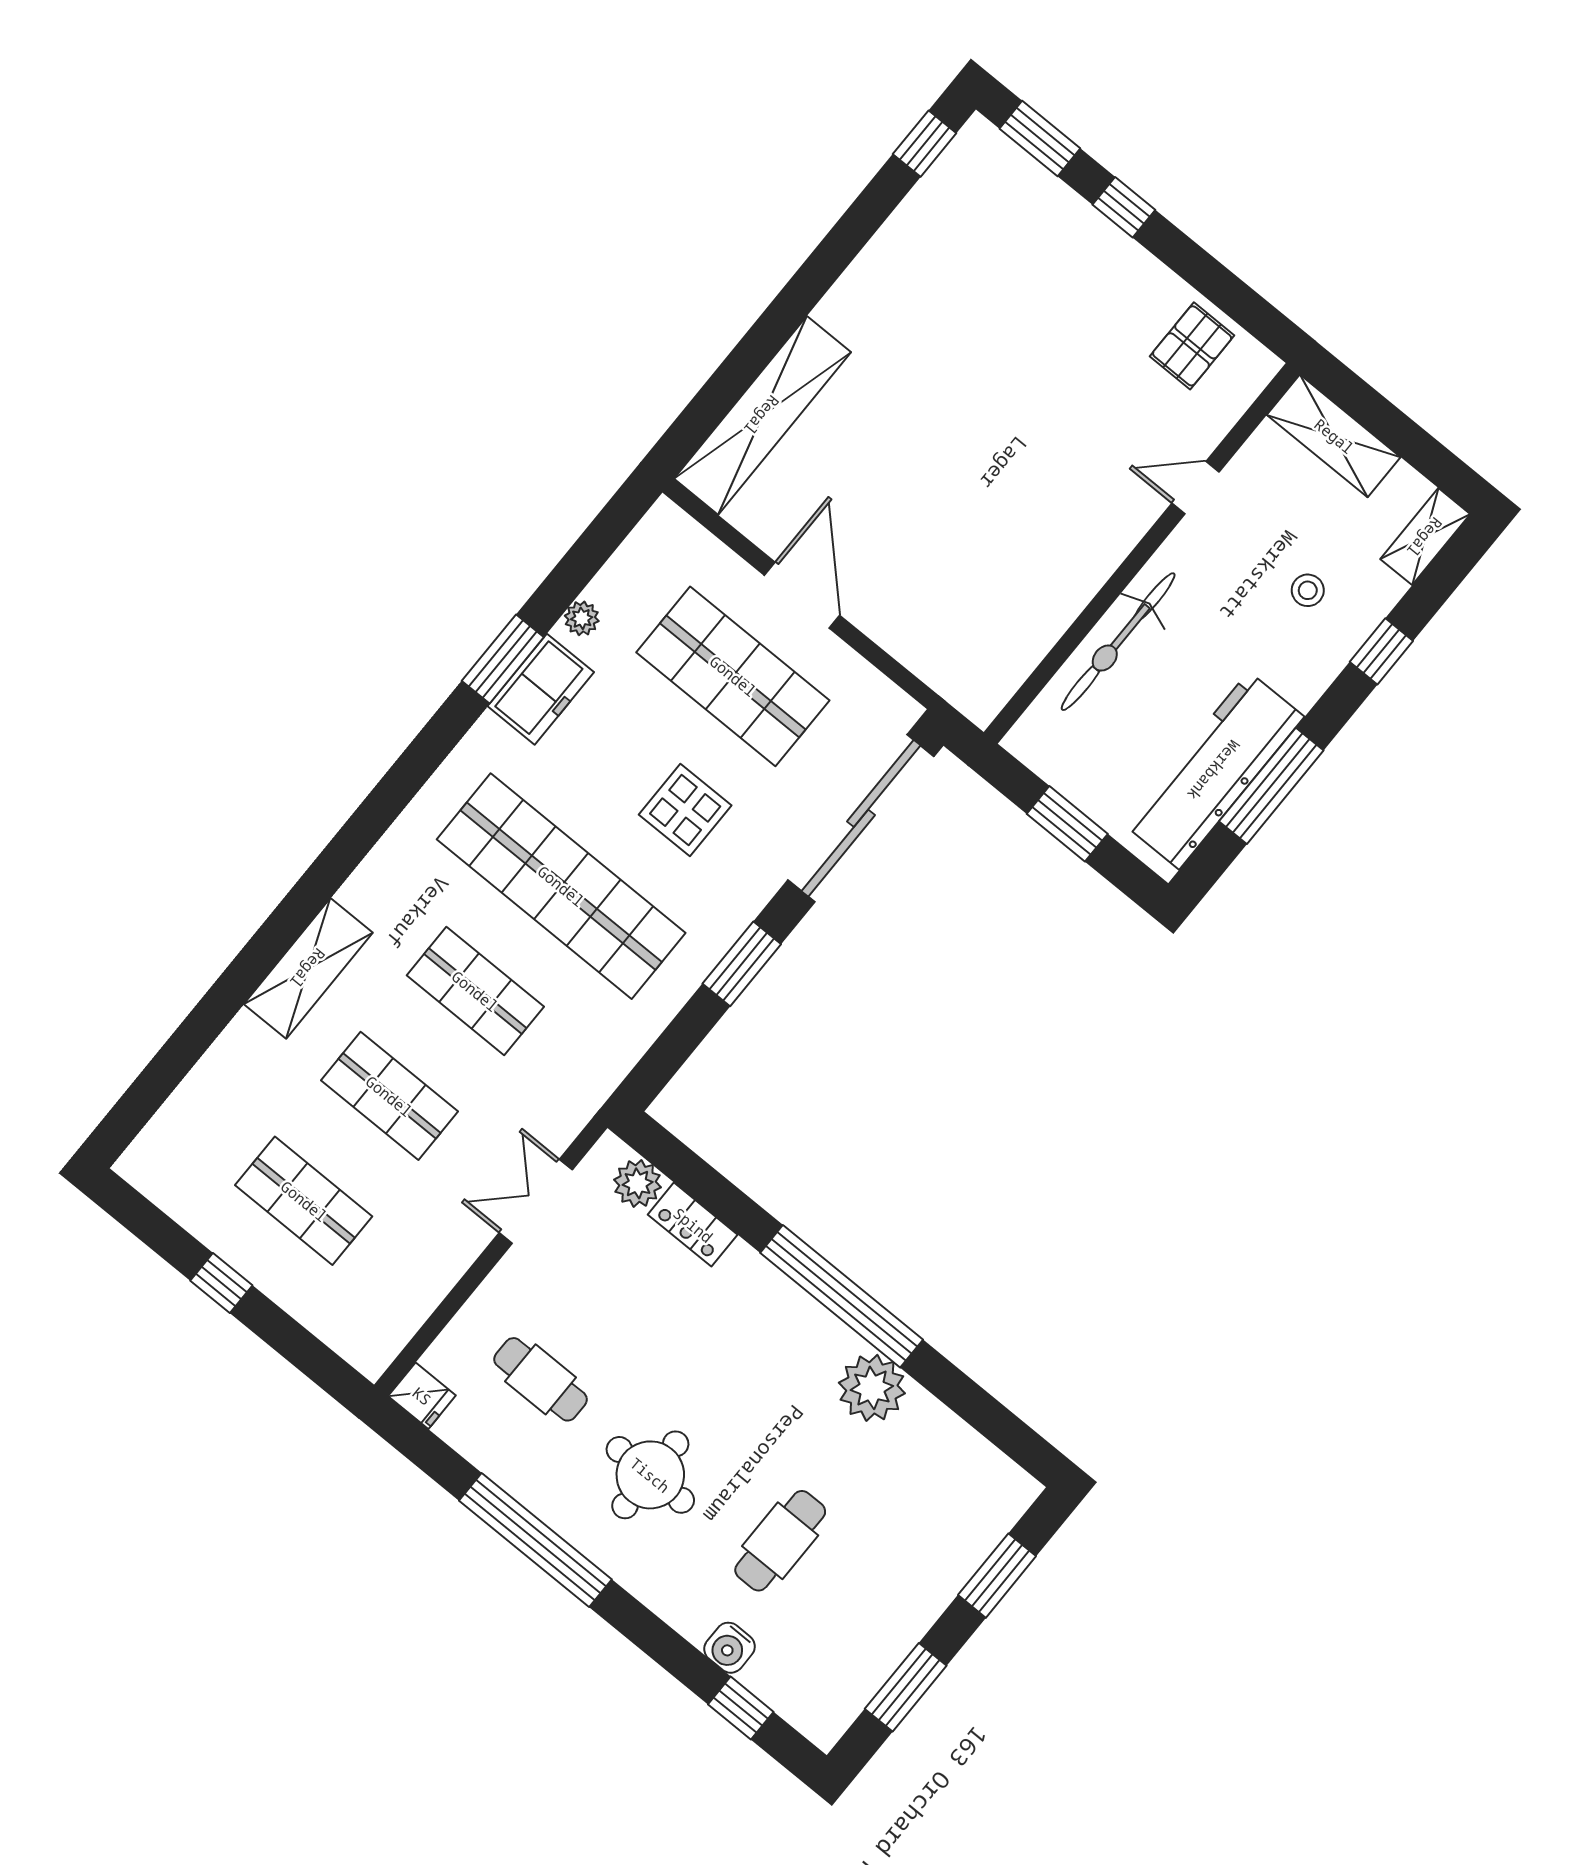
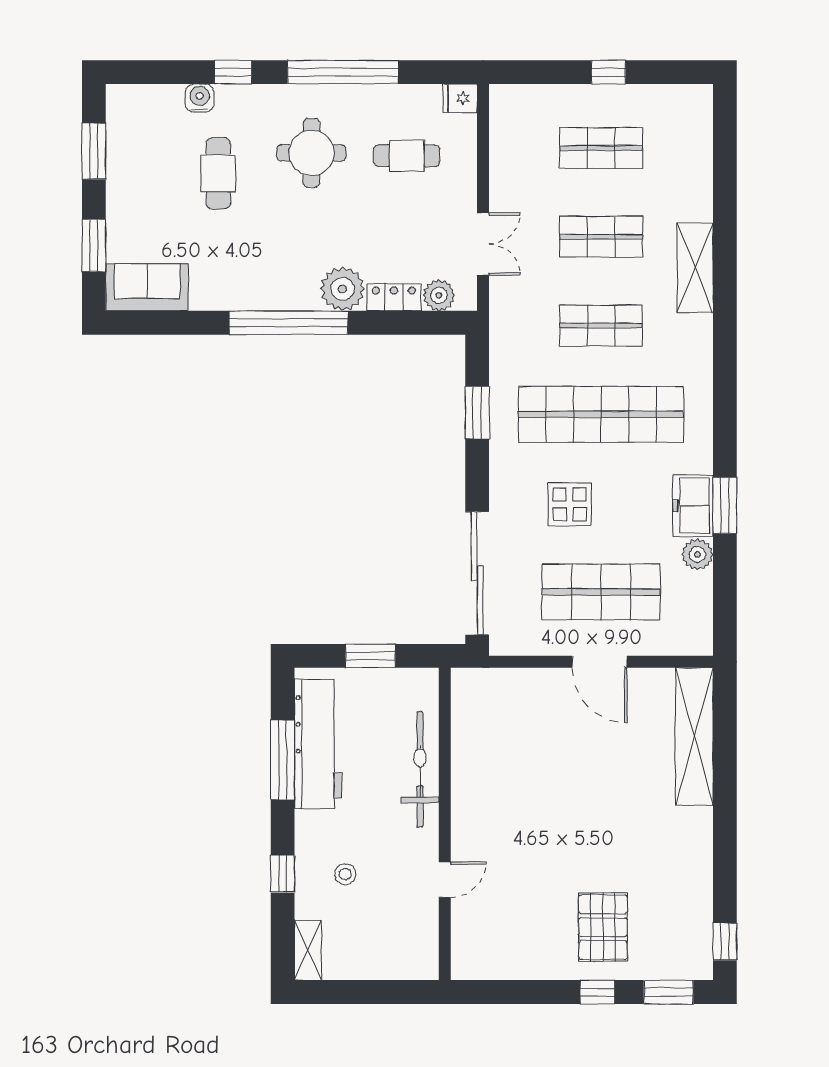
pallet: (1192, 346) -> (603, 927), moved, width x1.50, depth x1.42
shelving: (1334, 436) -> (396, 963), removed
plant: (582, 618) -> (697, 554), width x1.38, depth x1.38
window: (742, 964) -> (477, 413), moved
plant: (872, 1388) -> (342, 289), moved
sofa: (974, 1475) -> (147, 287), added
window: (741, 1708) -> (233, 72), moved

